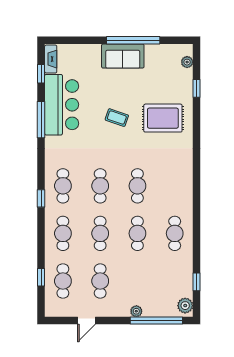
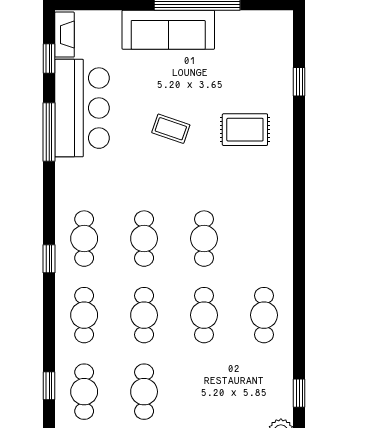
sofa: (123, 56) -> (168, 30), width x1.36
plant: (187, 62) -> (284, 39), removed
rug: (163, 118) -> (245, 130), width x0.73, depth x0.70

